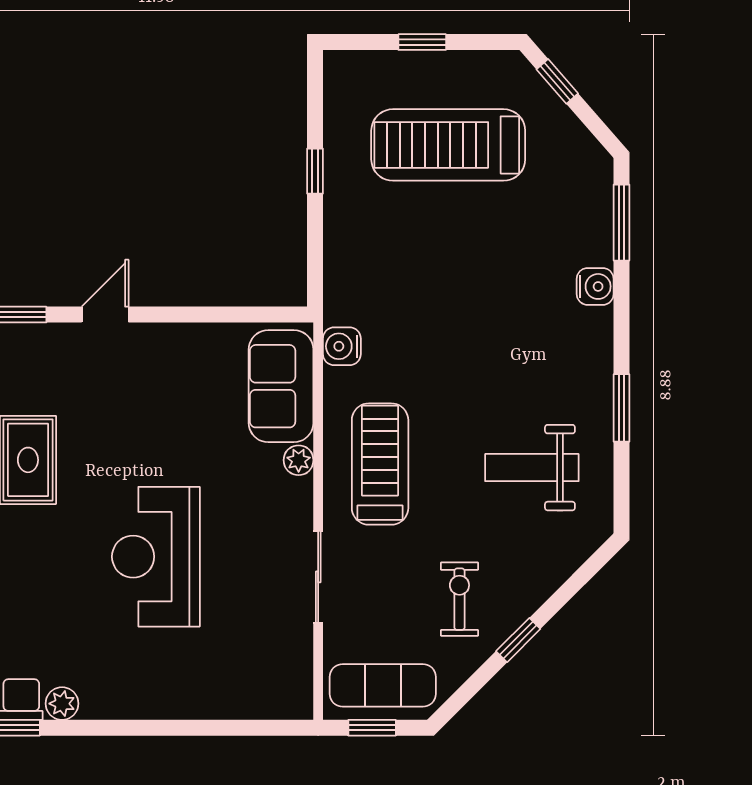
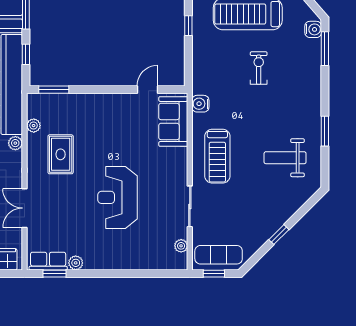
water cooler: (595, 286) -> (313, 29), moved
door: (105, 315) -> (147, 90), moved
plant: (299, 460) -> (181, 246), moved
treadmill: (380, 464) -> (217, 156), turned 180
exercise bike: (459, 599) -> (259, 68), moved

